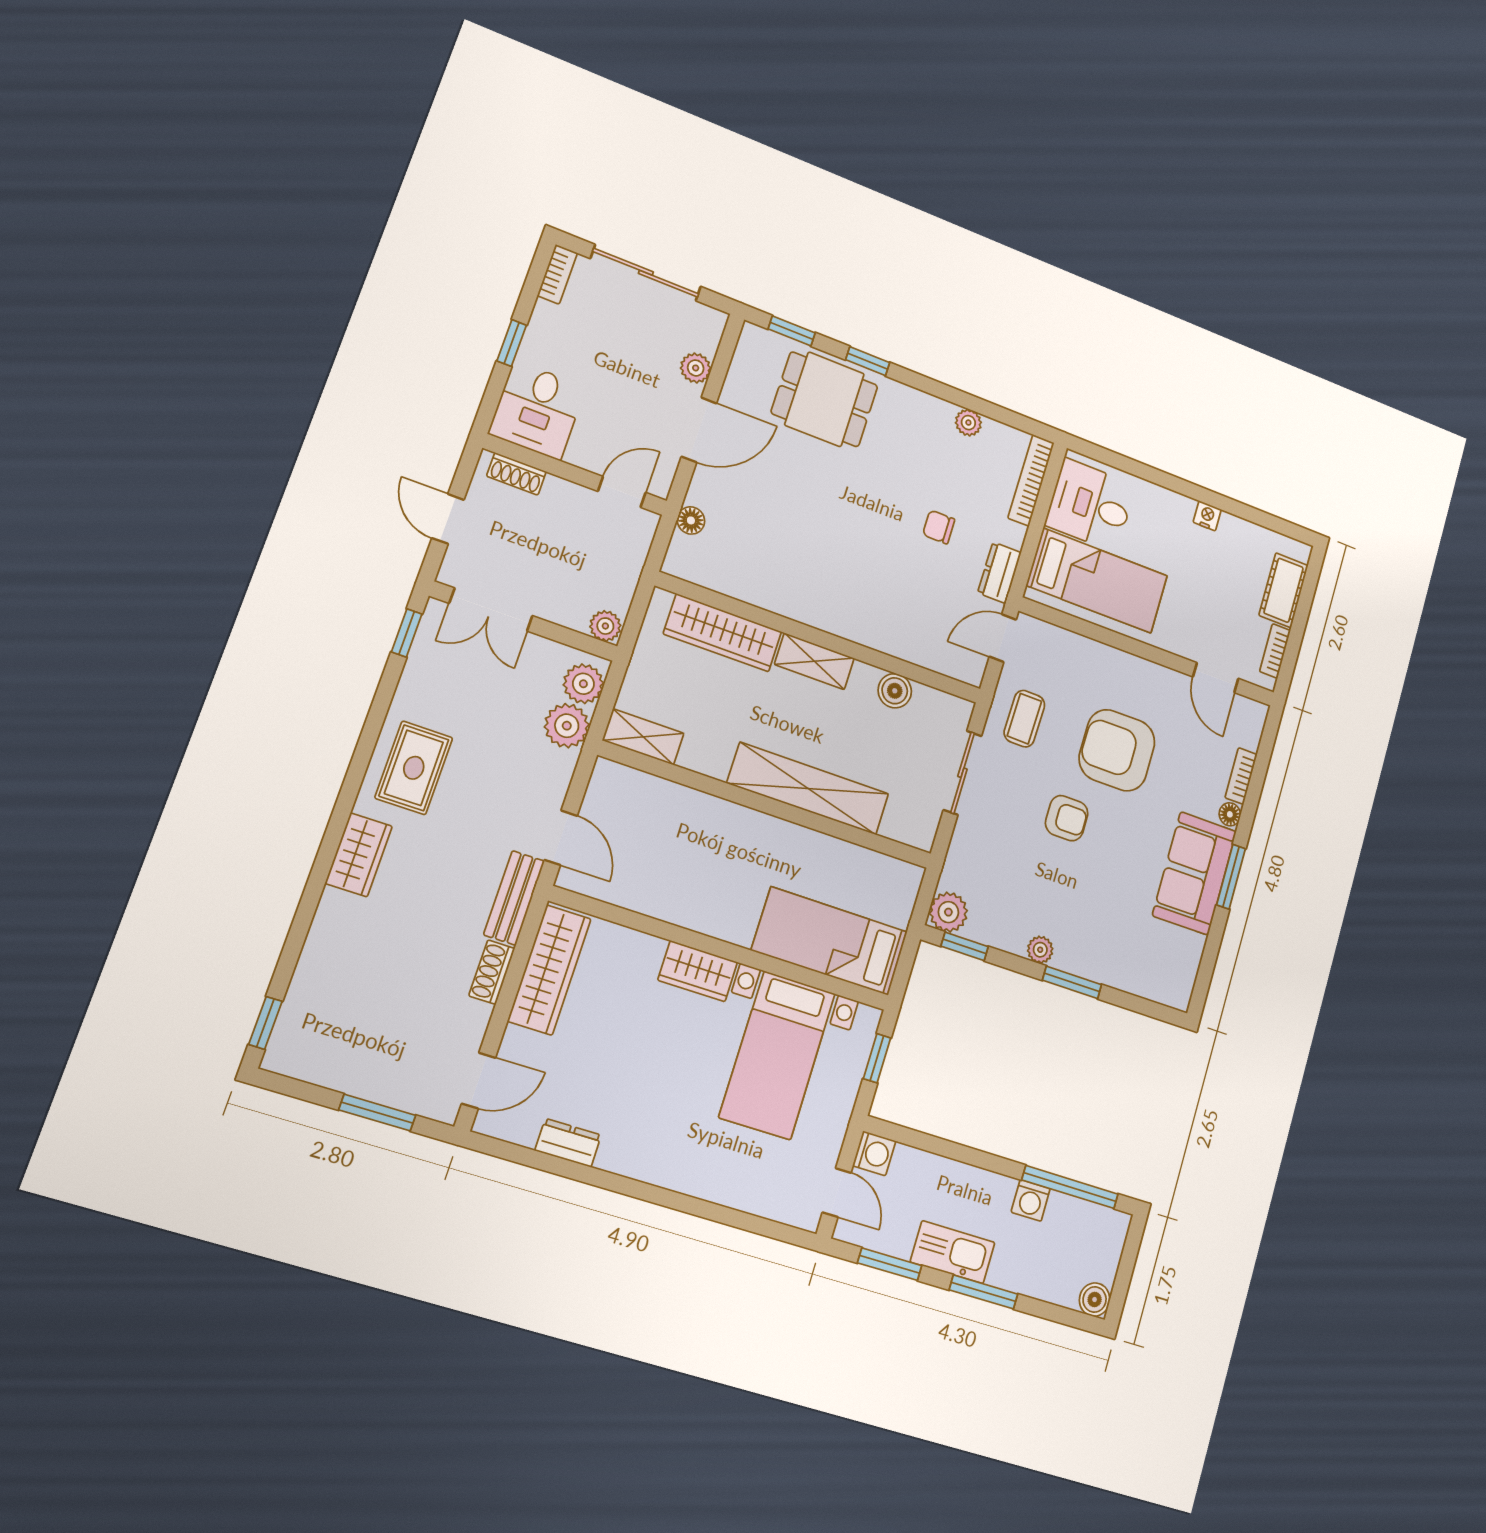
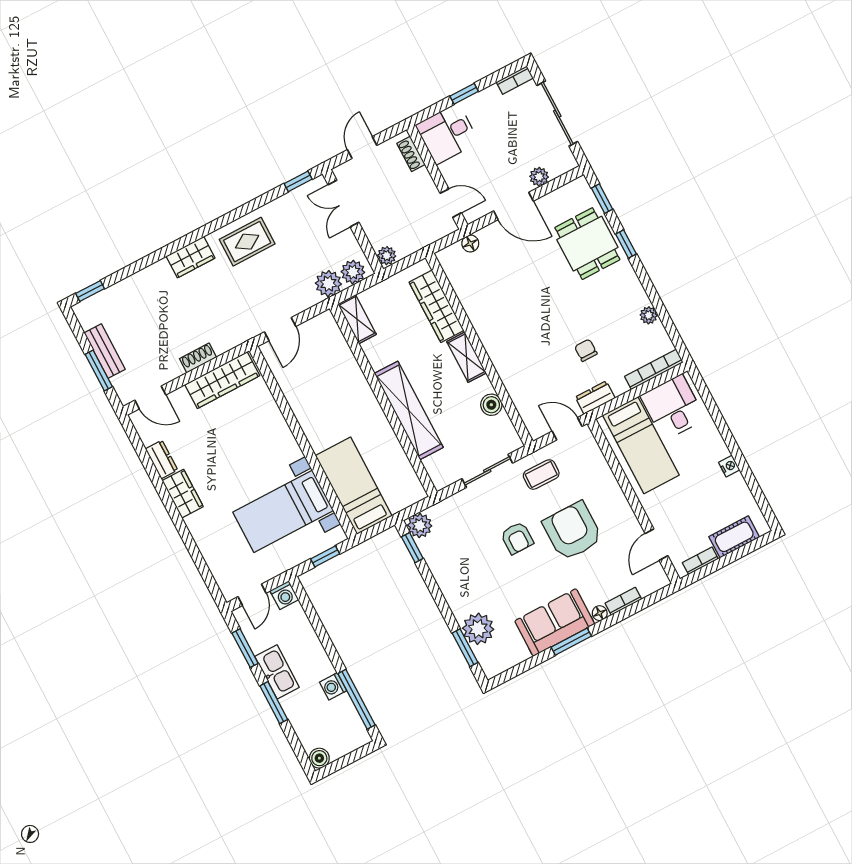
bench: (514, 898) -> (105, 351), moved, turned 90
plant: (1040, 950) -> (478, 629), moved, width x1.87, depth x1.87
wardrobe: (698, 971) -> (183, 494), moved, turned 180
window: (1072, 982) -> (465, 648), moved

